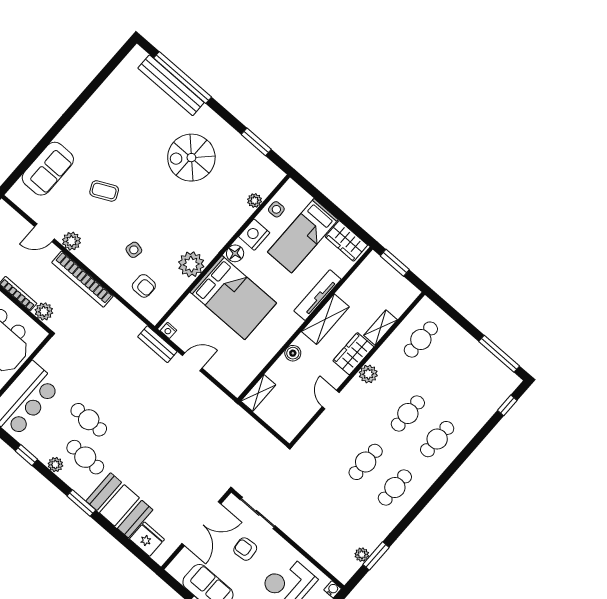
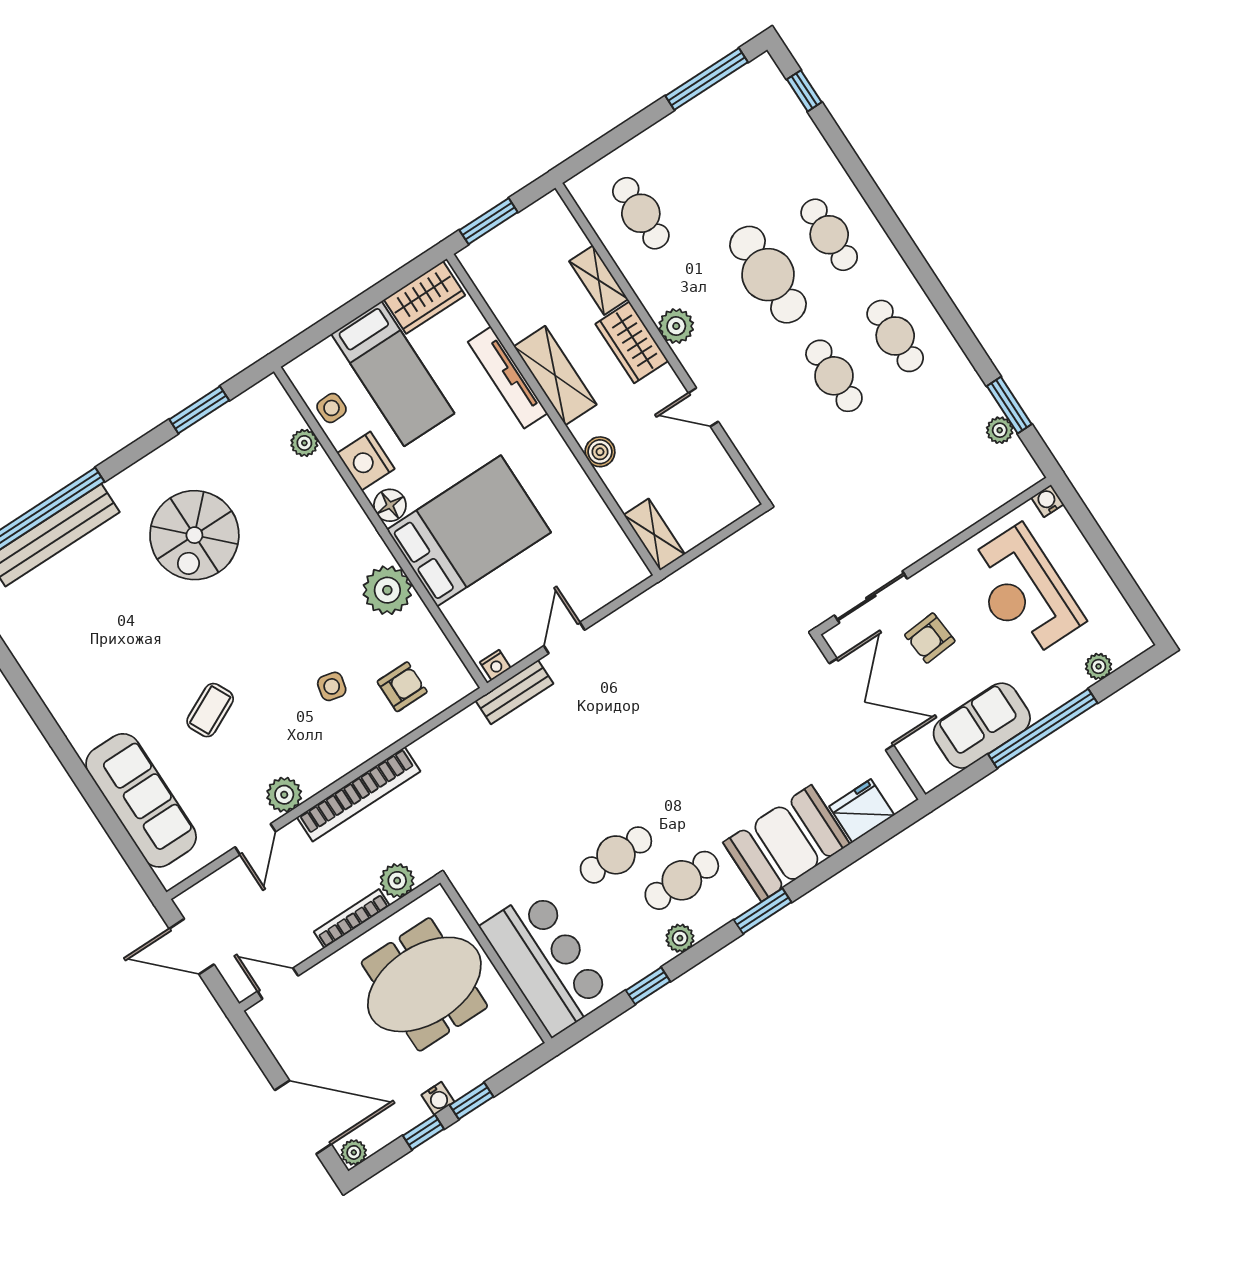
sofa: (48, 169) -> (141, 800), width x1.36
cafe table: (408, 414) -> (768, 275), width x1.37, depth x1.35

